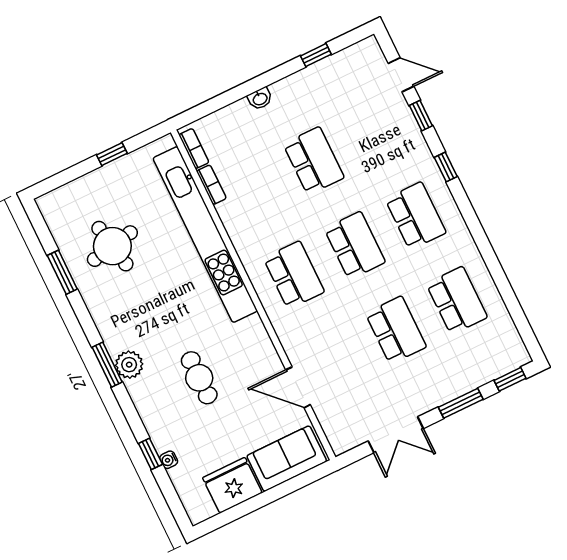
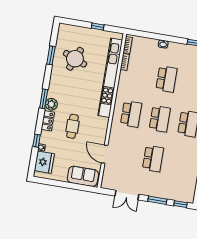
round table: (112, 246) -> (75, 59), turned 33
school desk: (457, 301) -> (182, 163), removed
locker: (145, 401) -> (48, 121), added
fridge: (232, 485) -> (44, 162), moved, turned 90

